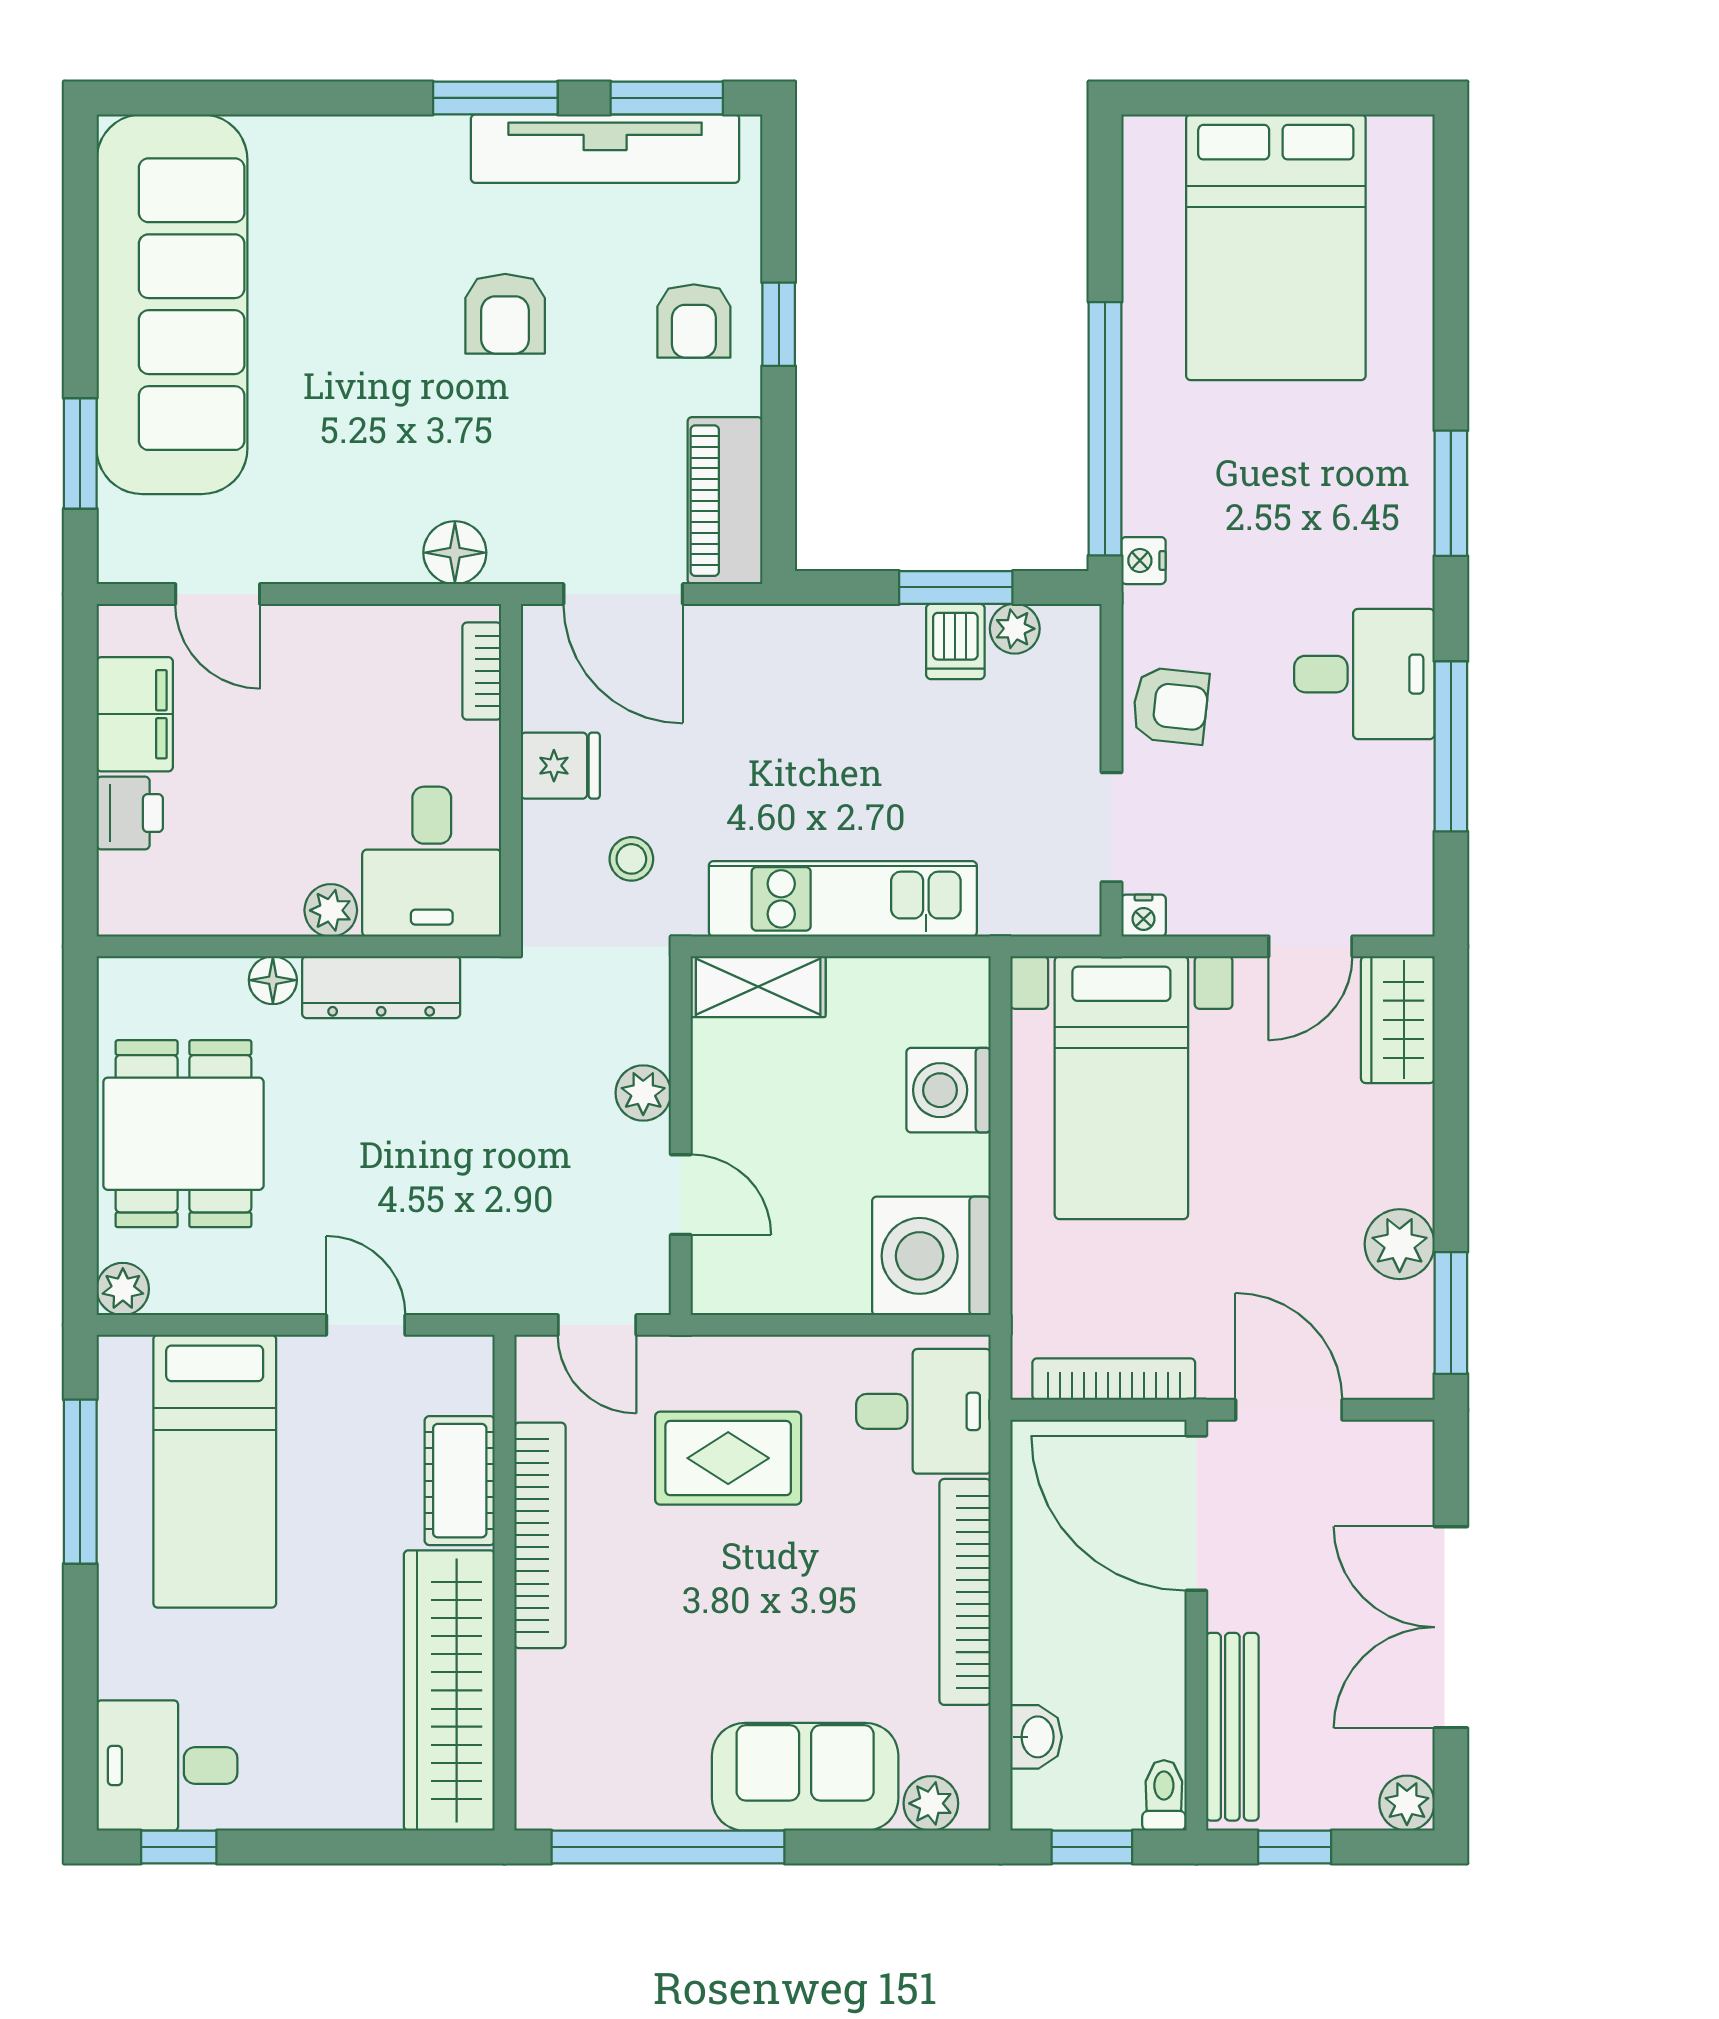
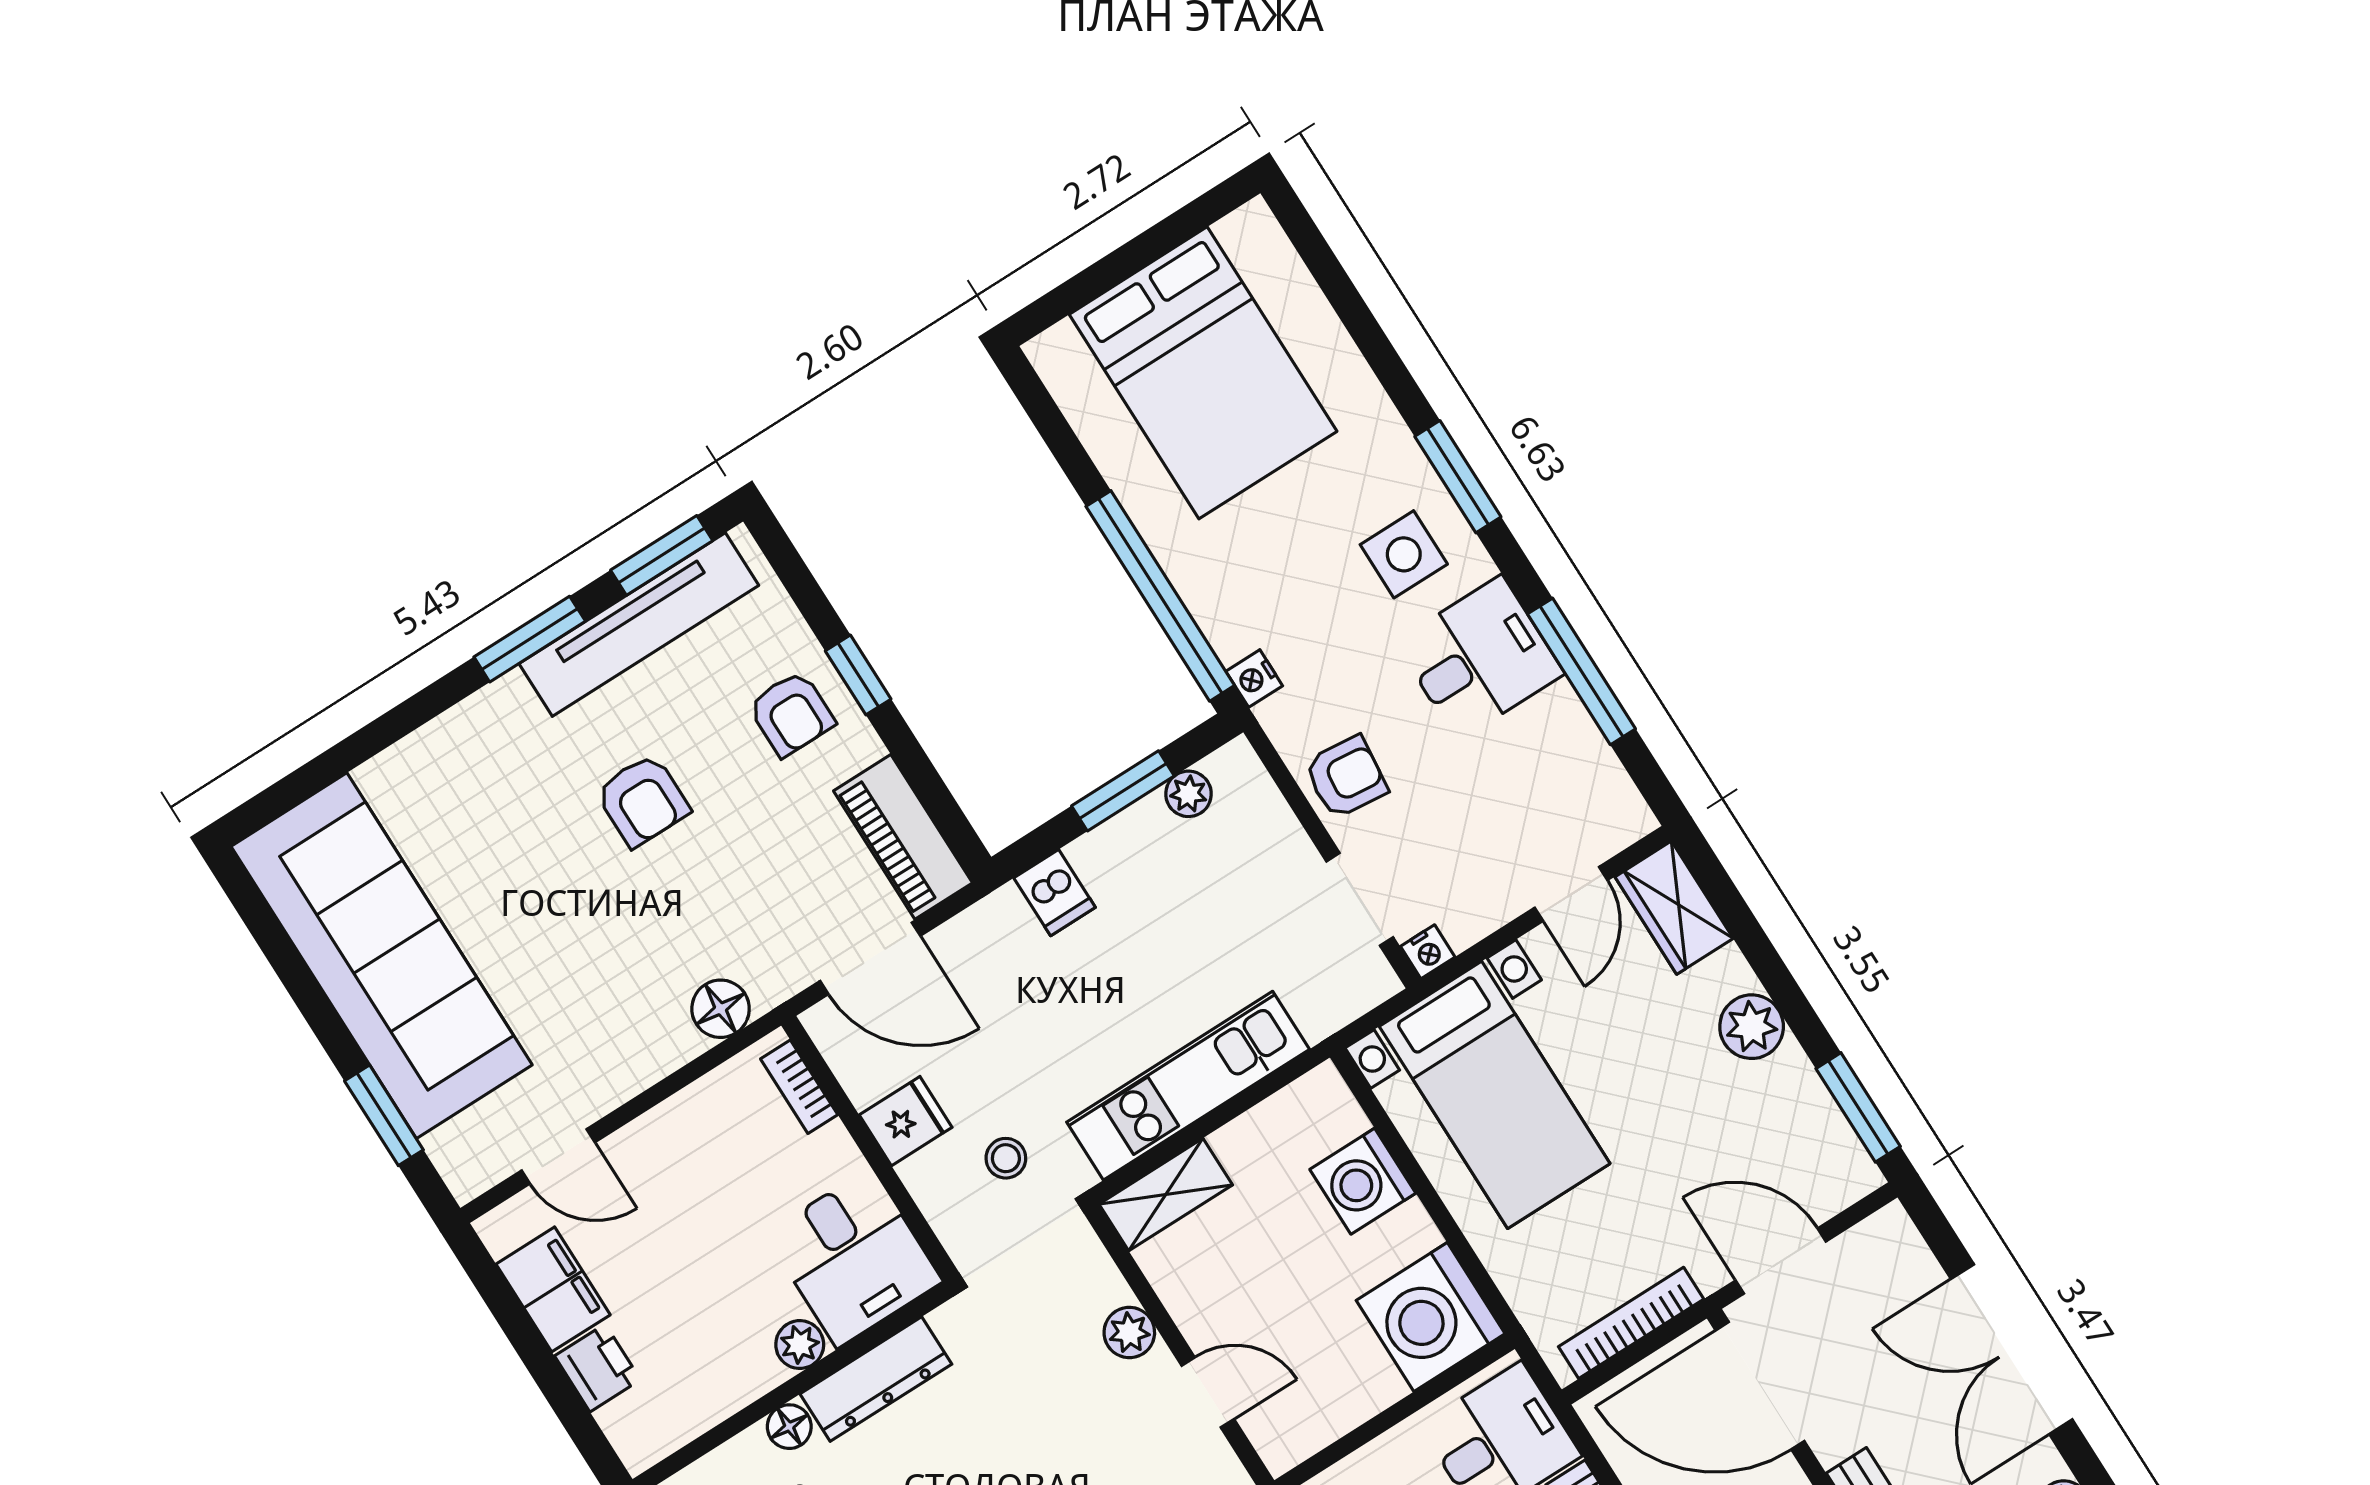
side table: (1355, 533) -> (1404, 554), added
dishwasher: (955, 641) -> (1055, 893), moved
plant: (1400, 1244) -> (1752, 1027), moved

